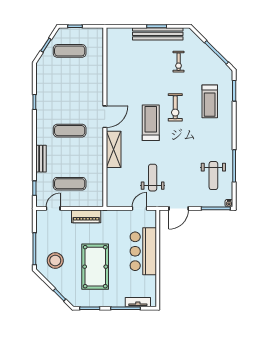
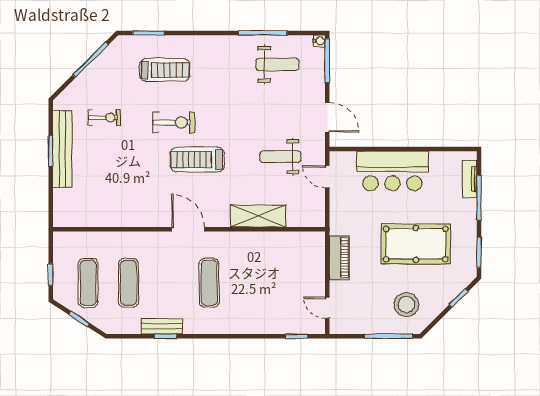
shelving: (114, 149) -> (258, 216), moved
bench: (41, 159) -> (162, 326), moved
exercise mat: (70, 184) -> (128, 283), moved

